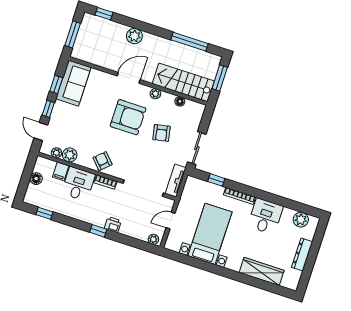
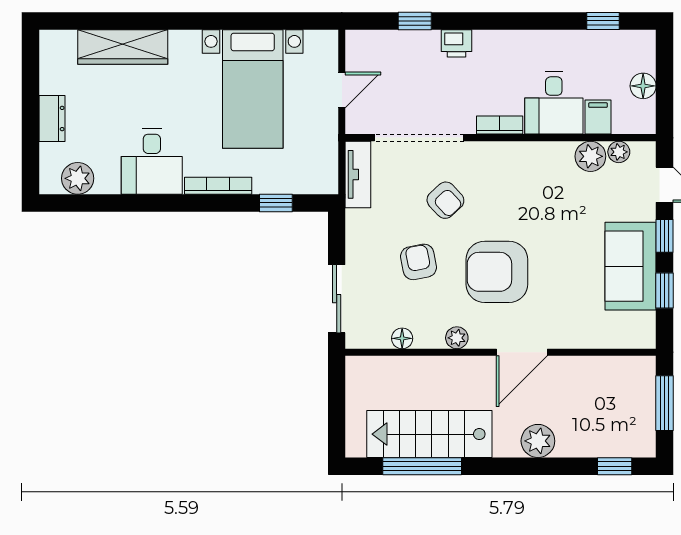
window: (220, 78) -> (337, 412), removed
stairs: (183, 82) -> (429, 434), moved, turned 180
sofa: (73, 83) -> (631, 266), moved
sliding door: (197, 148) -> (337, 299), moved
armchair: (102, 161) -> (445, 200), moved
window: (98, 231) -> (415, 21), moved
plant: (153, 239) -> (364, 41), removed
dresser: (302, 254) -> (52, 119), width x0.70

